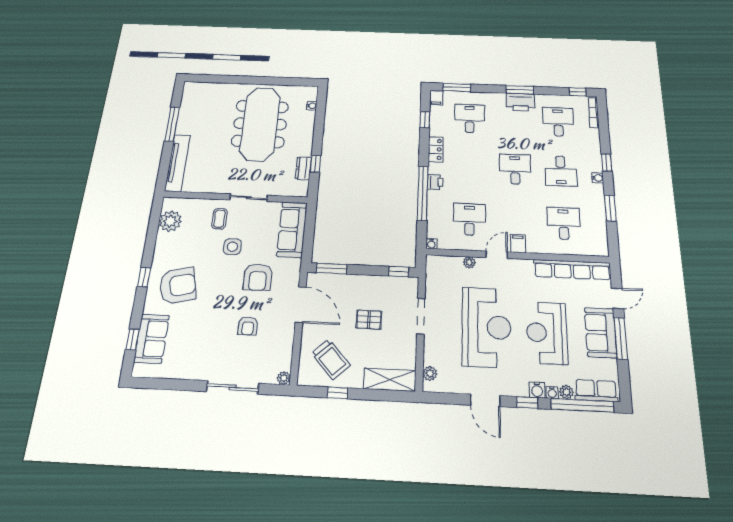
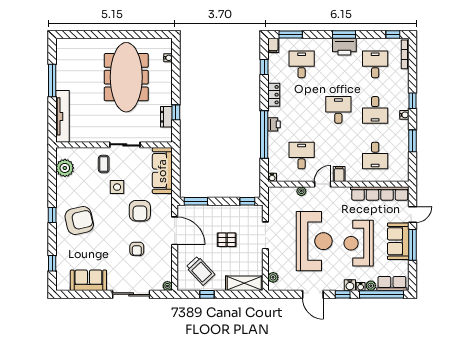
desk: (564, 223) -> (375, 156), turned 180
sofa: (152, 339) -> (88, 280), moved, turned -90

